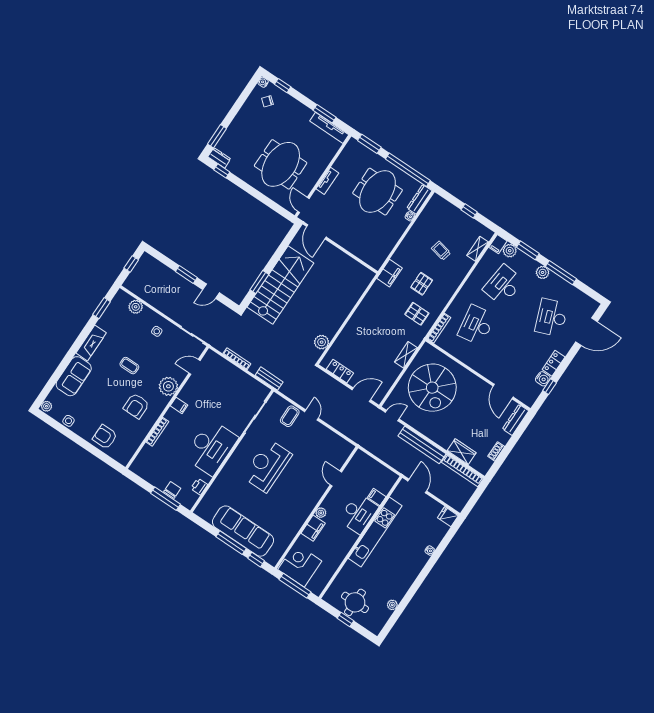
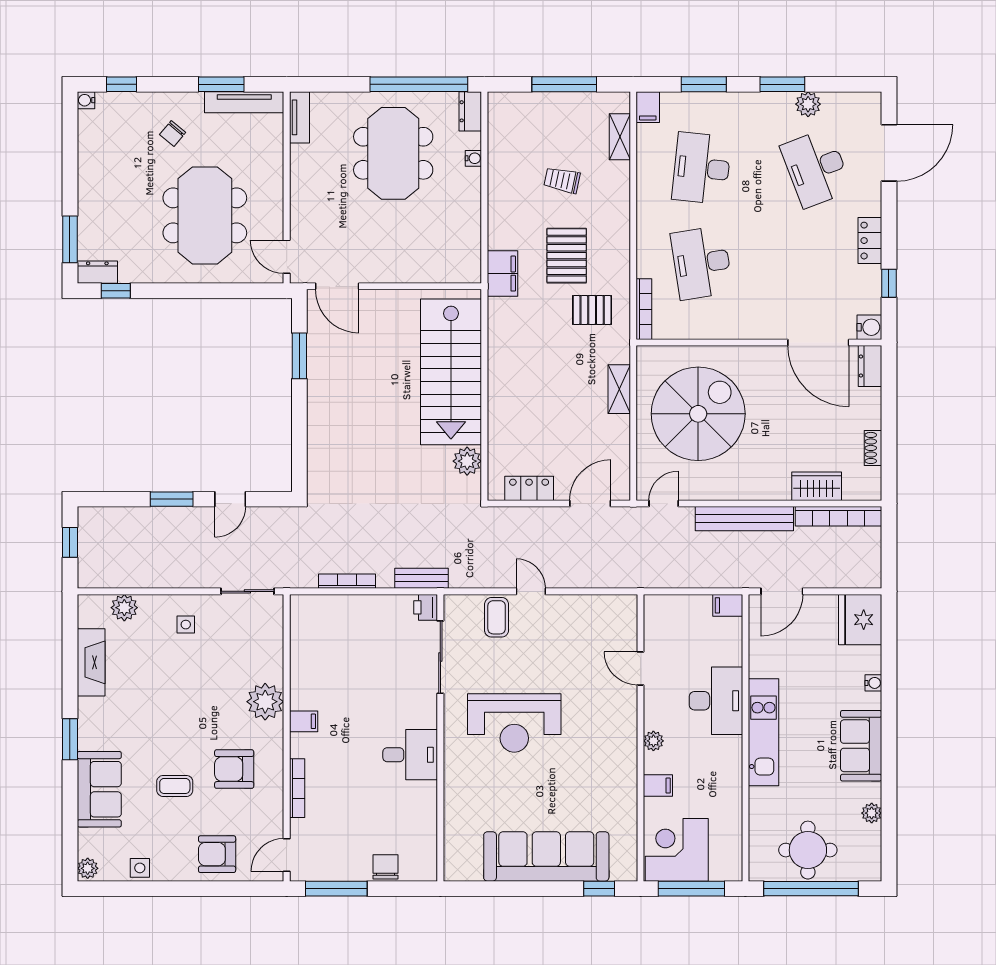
chair: (267, 101) -> (173, 134), moved
window: (369, 144) -> (328, 84), removed
tv unit: (327, 181) -> (299, 117), moved
dresser: (419, 199) -> (470, 111), width x0.70
window: (469, 211) -> (564, 84), width x2.17
plant: (510, 251) -> (674, 105), removed
plant: (543, 272) -> (808, 104), moved
window: (561, 273) -> (782, 84), width x0.69
window: (259, 282) -> (299, 356), moved
pallet: (422, 284) -> (567, 256), width x1.50, depth x1.42
stairs: (280, 285) -> (451, 372), moved, turned 180
window: (102, 308) -> (70, 739), moved
fireplace: (91, 343) -> (91, 662), moved
coffee table: (129, 366) -> (175, 786), moved
door: (195, 367) -> (287, 855), moved
water cooler: (543, 379) -> (869, 327), moved
spiral stairs: (432, 388) -> (698, 414), turned -90
door: (503, 392) -> (818, 342), width x1.36
armchair: (136, 406) -> (234, 769), turned 90
dresser: (516, 420) -> (870, 366), width x0.70
desk: (211, 447) -> (410, 755), width x0.53, depth x0.77
reception desk: (267, 466) -> (514, 723), turned -90
door: (417, 486) -> (782, 591), swing flipped
printer: (199, 487) -> (426, 607), moved
filing cabinet: (377, 497) -> (728, 605), moved
window: (166, 499) -> (336, 889), moved
fridge: (448, 517) -> (860, 620), width x1.88, depth x1.34
filing cabinet: (313, 528) -> (658, 786), width x0.50
kitchen unit: (375, 532) -> (763, 732), width x0.73
window: (231, 543) -> (540, 889), removed
sofa: (407, 574) -> (861, 746), added
window: (345, 620) -> (811, 889), width x3.17

